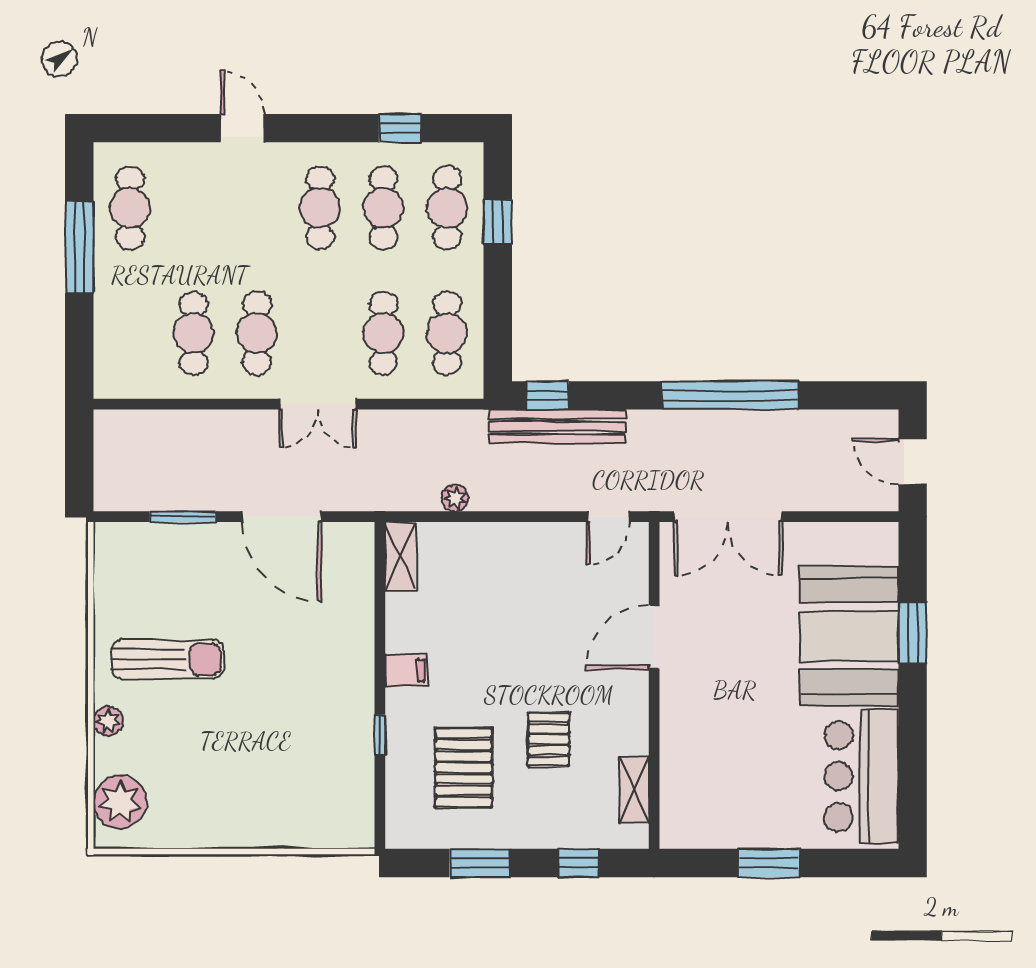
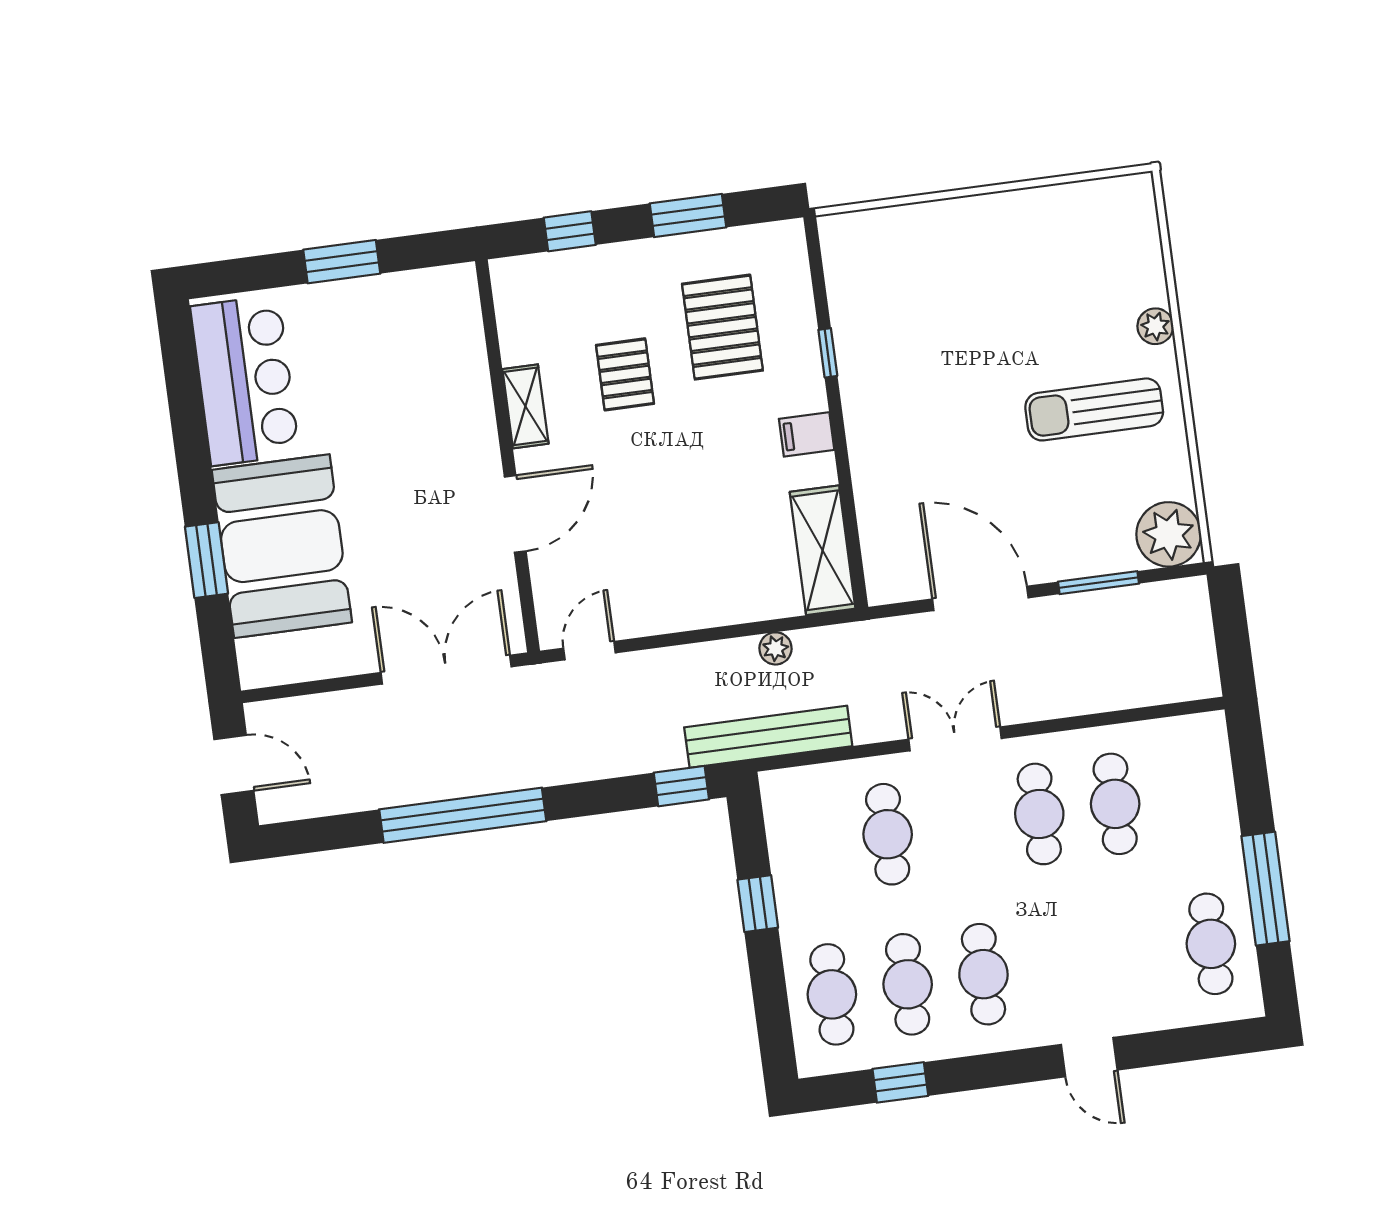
window: (498, 222) -> (758, 904), moved
cafe table: (447, 333) -> (812, 844), removed
bench: (557, 426) -> (768, 737), moved
shelving: (401, 556) -> (823, 550), width x1.50, depth x1.33
shelving: (634, 790) -> (525, 406), moved
plant: (120, 802) -> (1169, 534), moved

